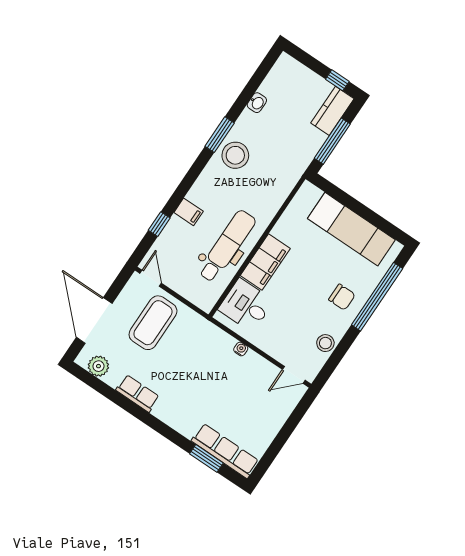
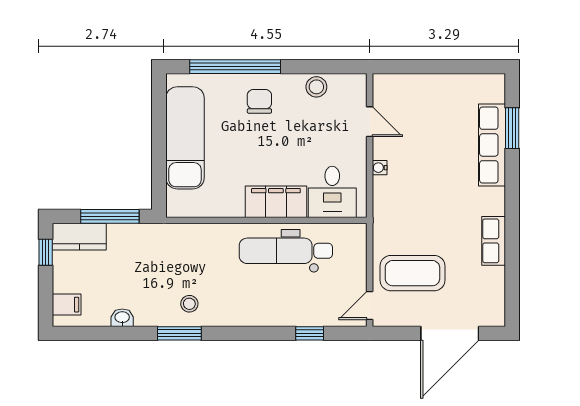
stool: (235, 155) -> (189, 304), width x0.53, depth x0.53
filing cabinet: (189, 212) -> (67, 305), moved, turned 90
plant: (98, 366) -> (493, 298), removed
door: (294, 375) -> (370, 122), moved
row of seats: (225, 451) -> (492, 145), moved

